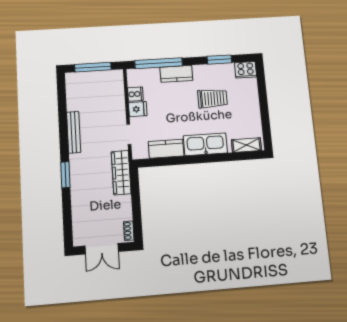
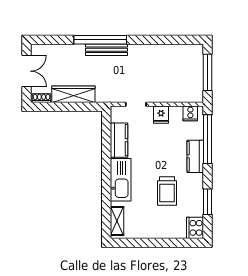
cooker: (135, 94) -> (190, 113), moved
bench: (74, 132) -> (106, 50), moved
wardrobe: (121, 173) -> (73, 94), moved
window: (65, 175) -> (100, 40), width x2.11
double door: (102, 249) -> (26, 71), swing flipped

